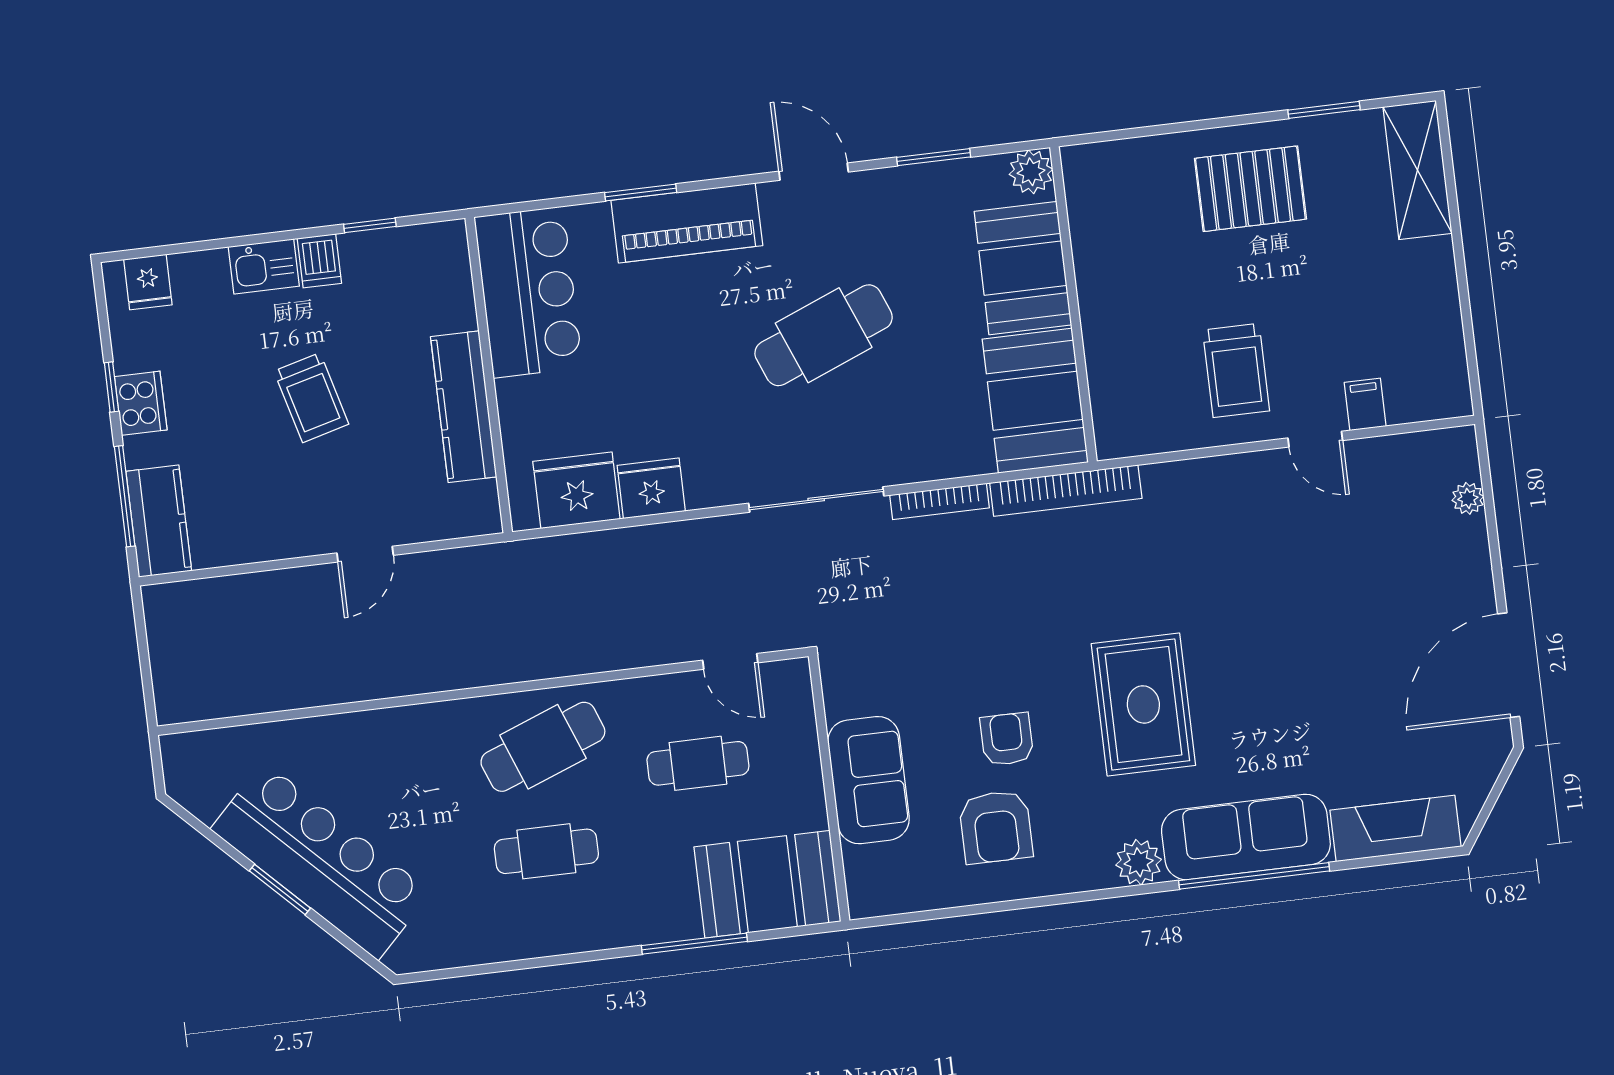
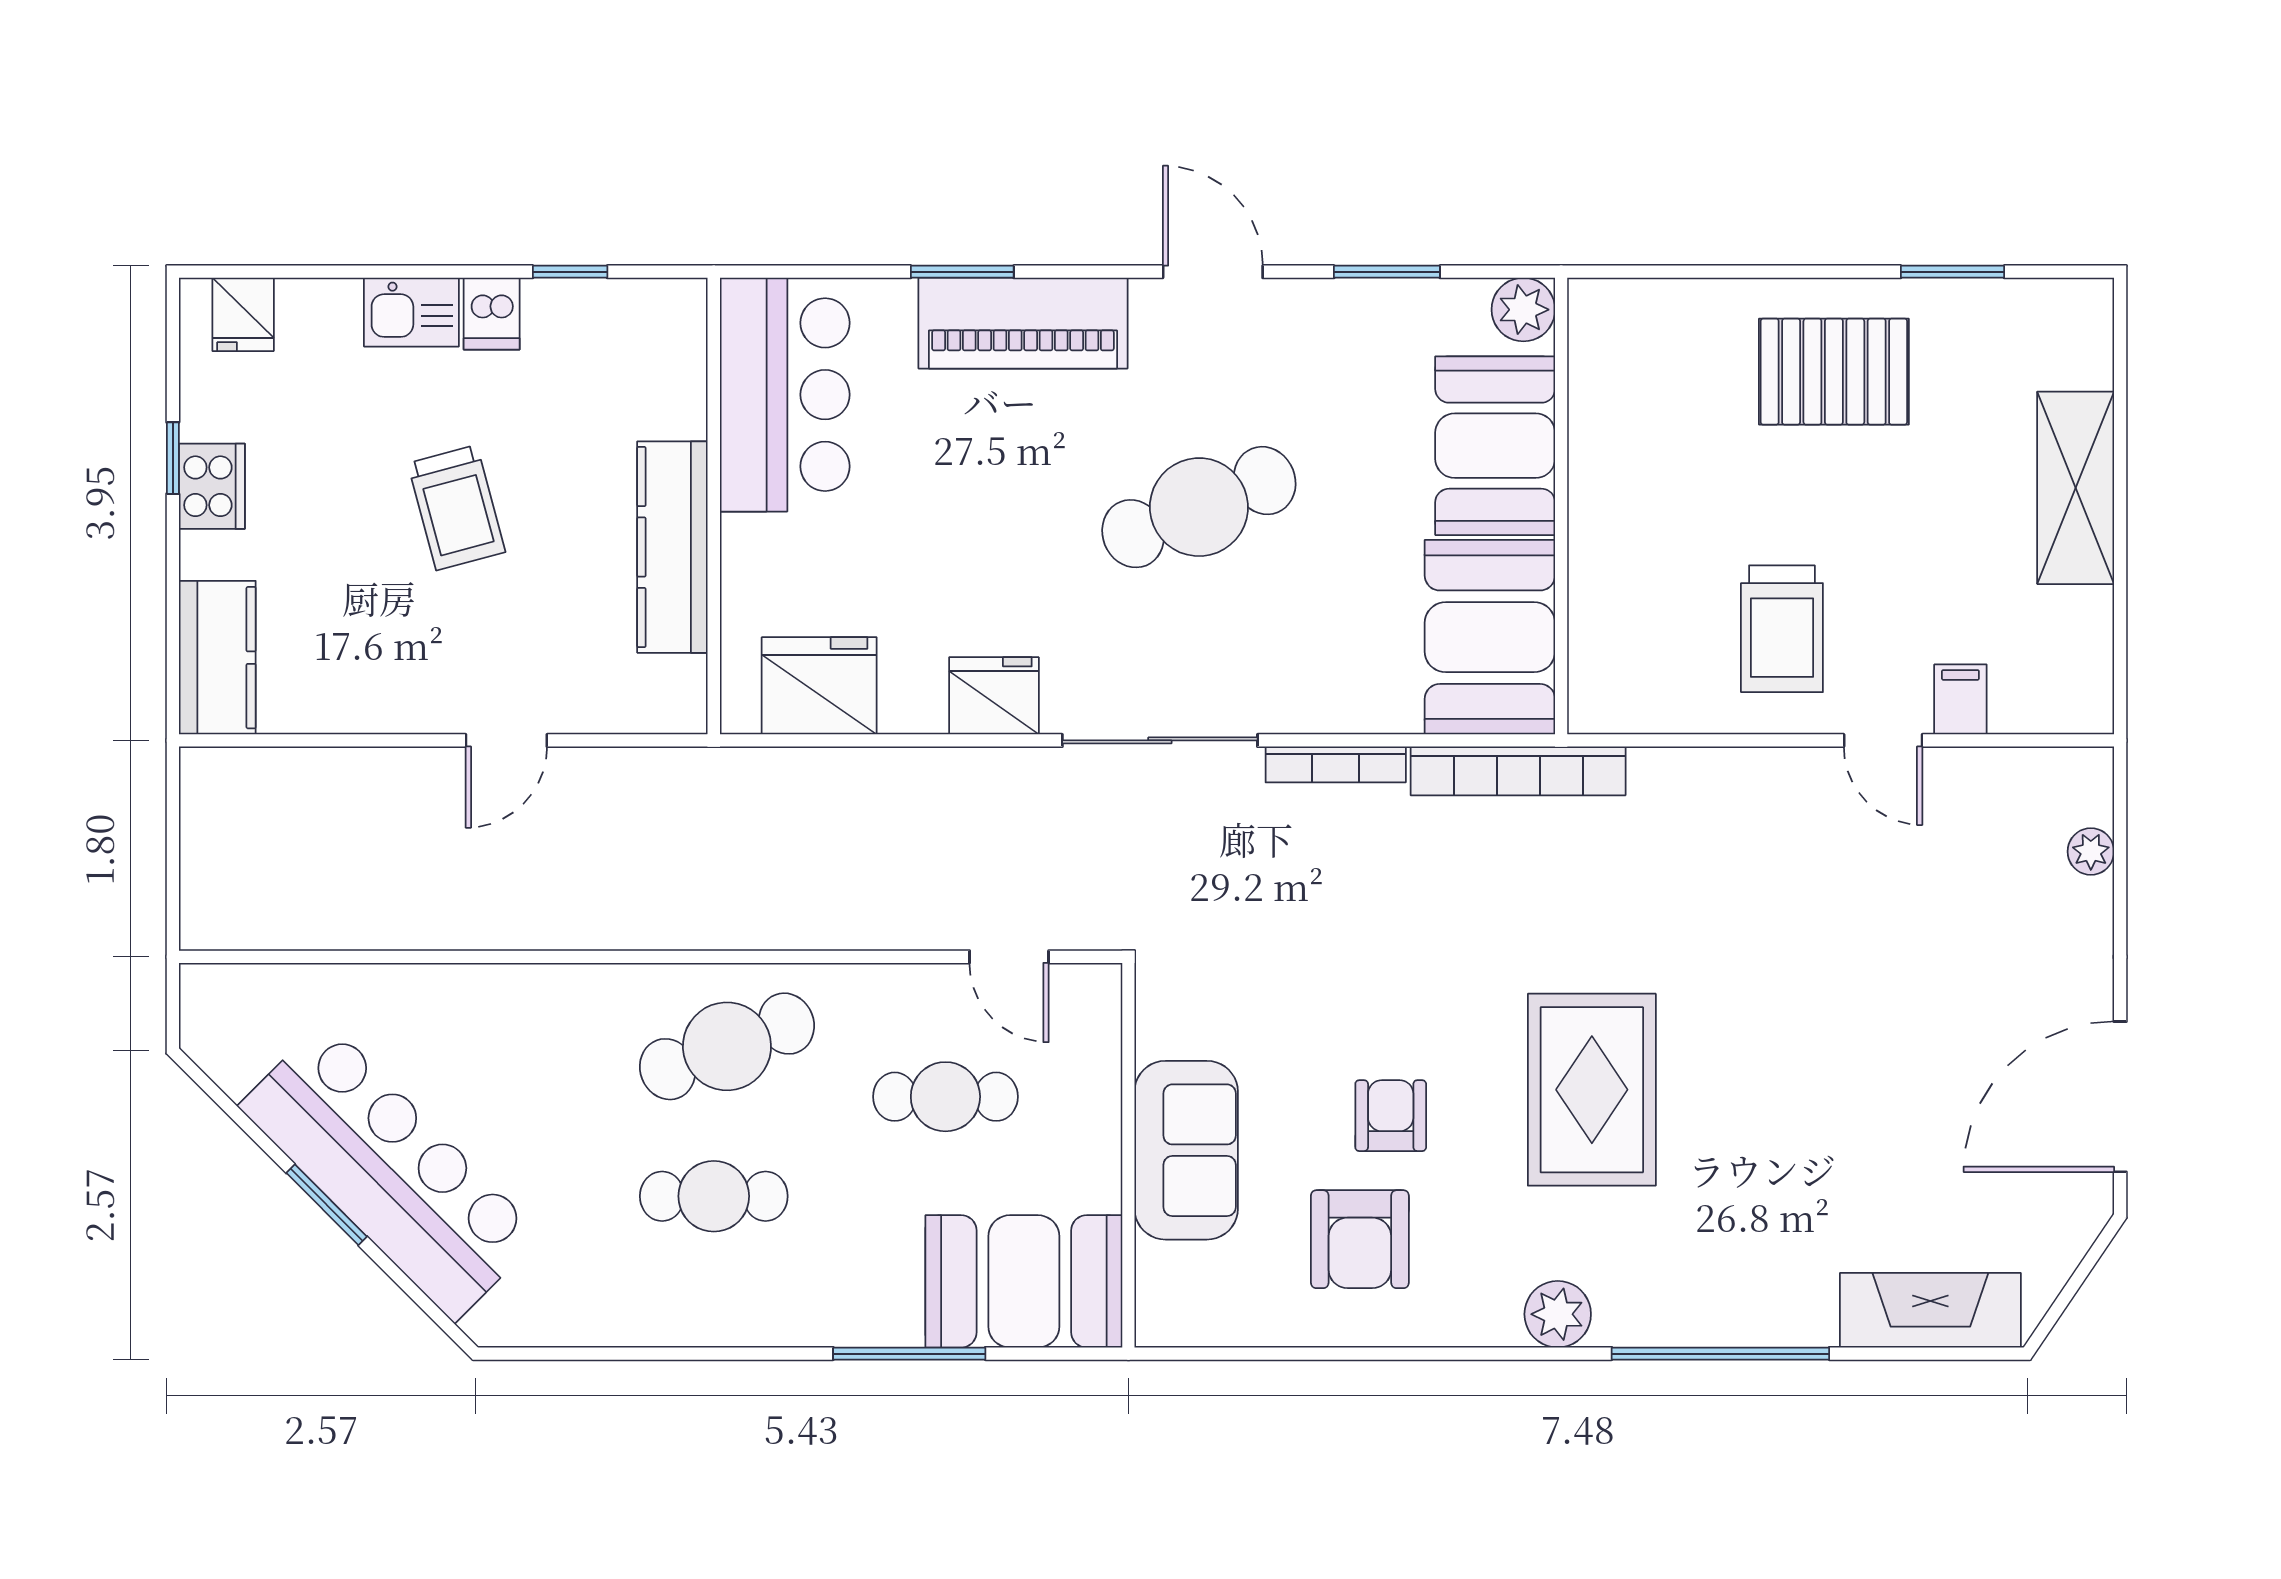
shelving: (1418, 170) -> (2076, 488), moved
fridge: (651, 488) -> (994, 696), moved
window: (125, 496) -> (173, 616), removed
sofa: (1246, 837) -> (1715, 1297), removed

